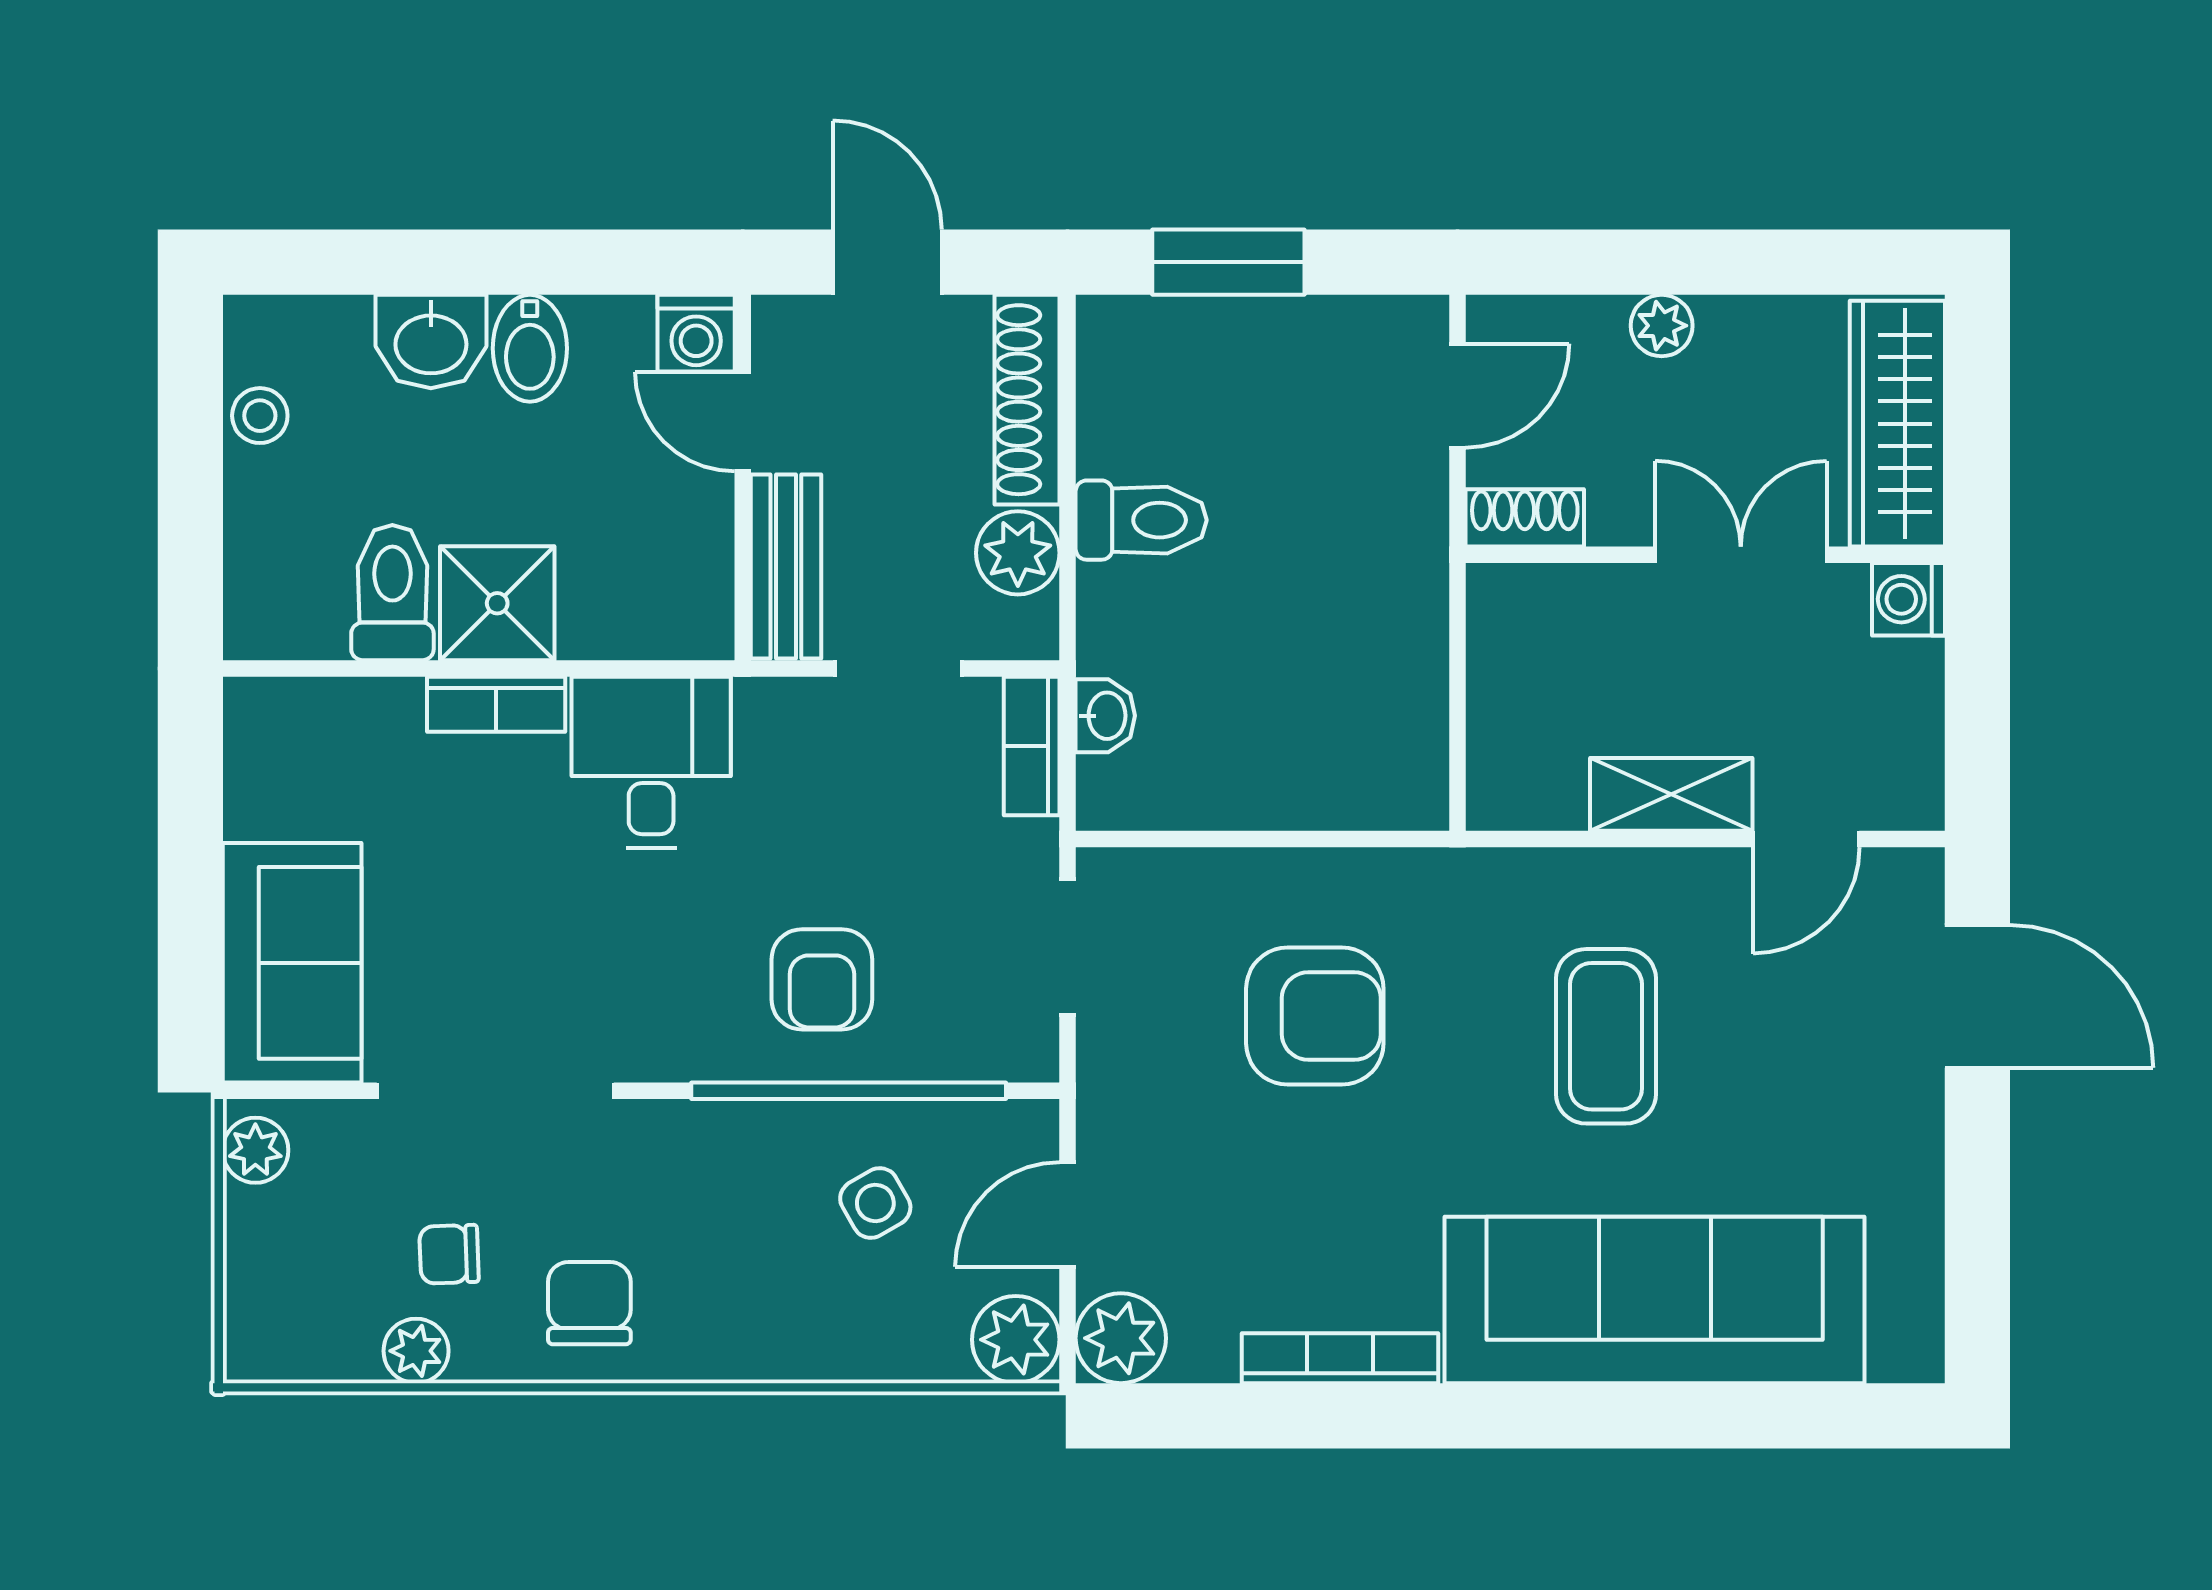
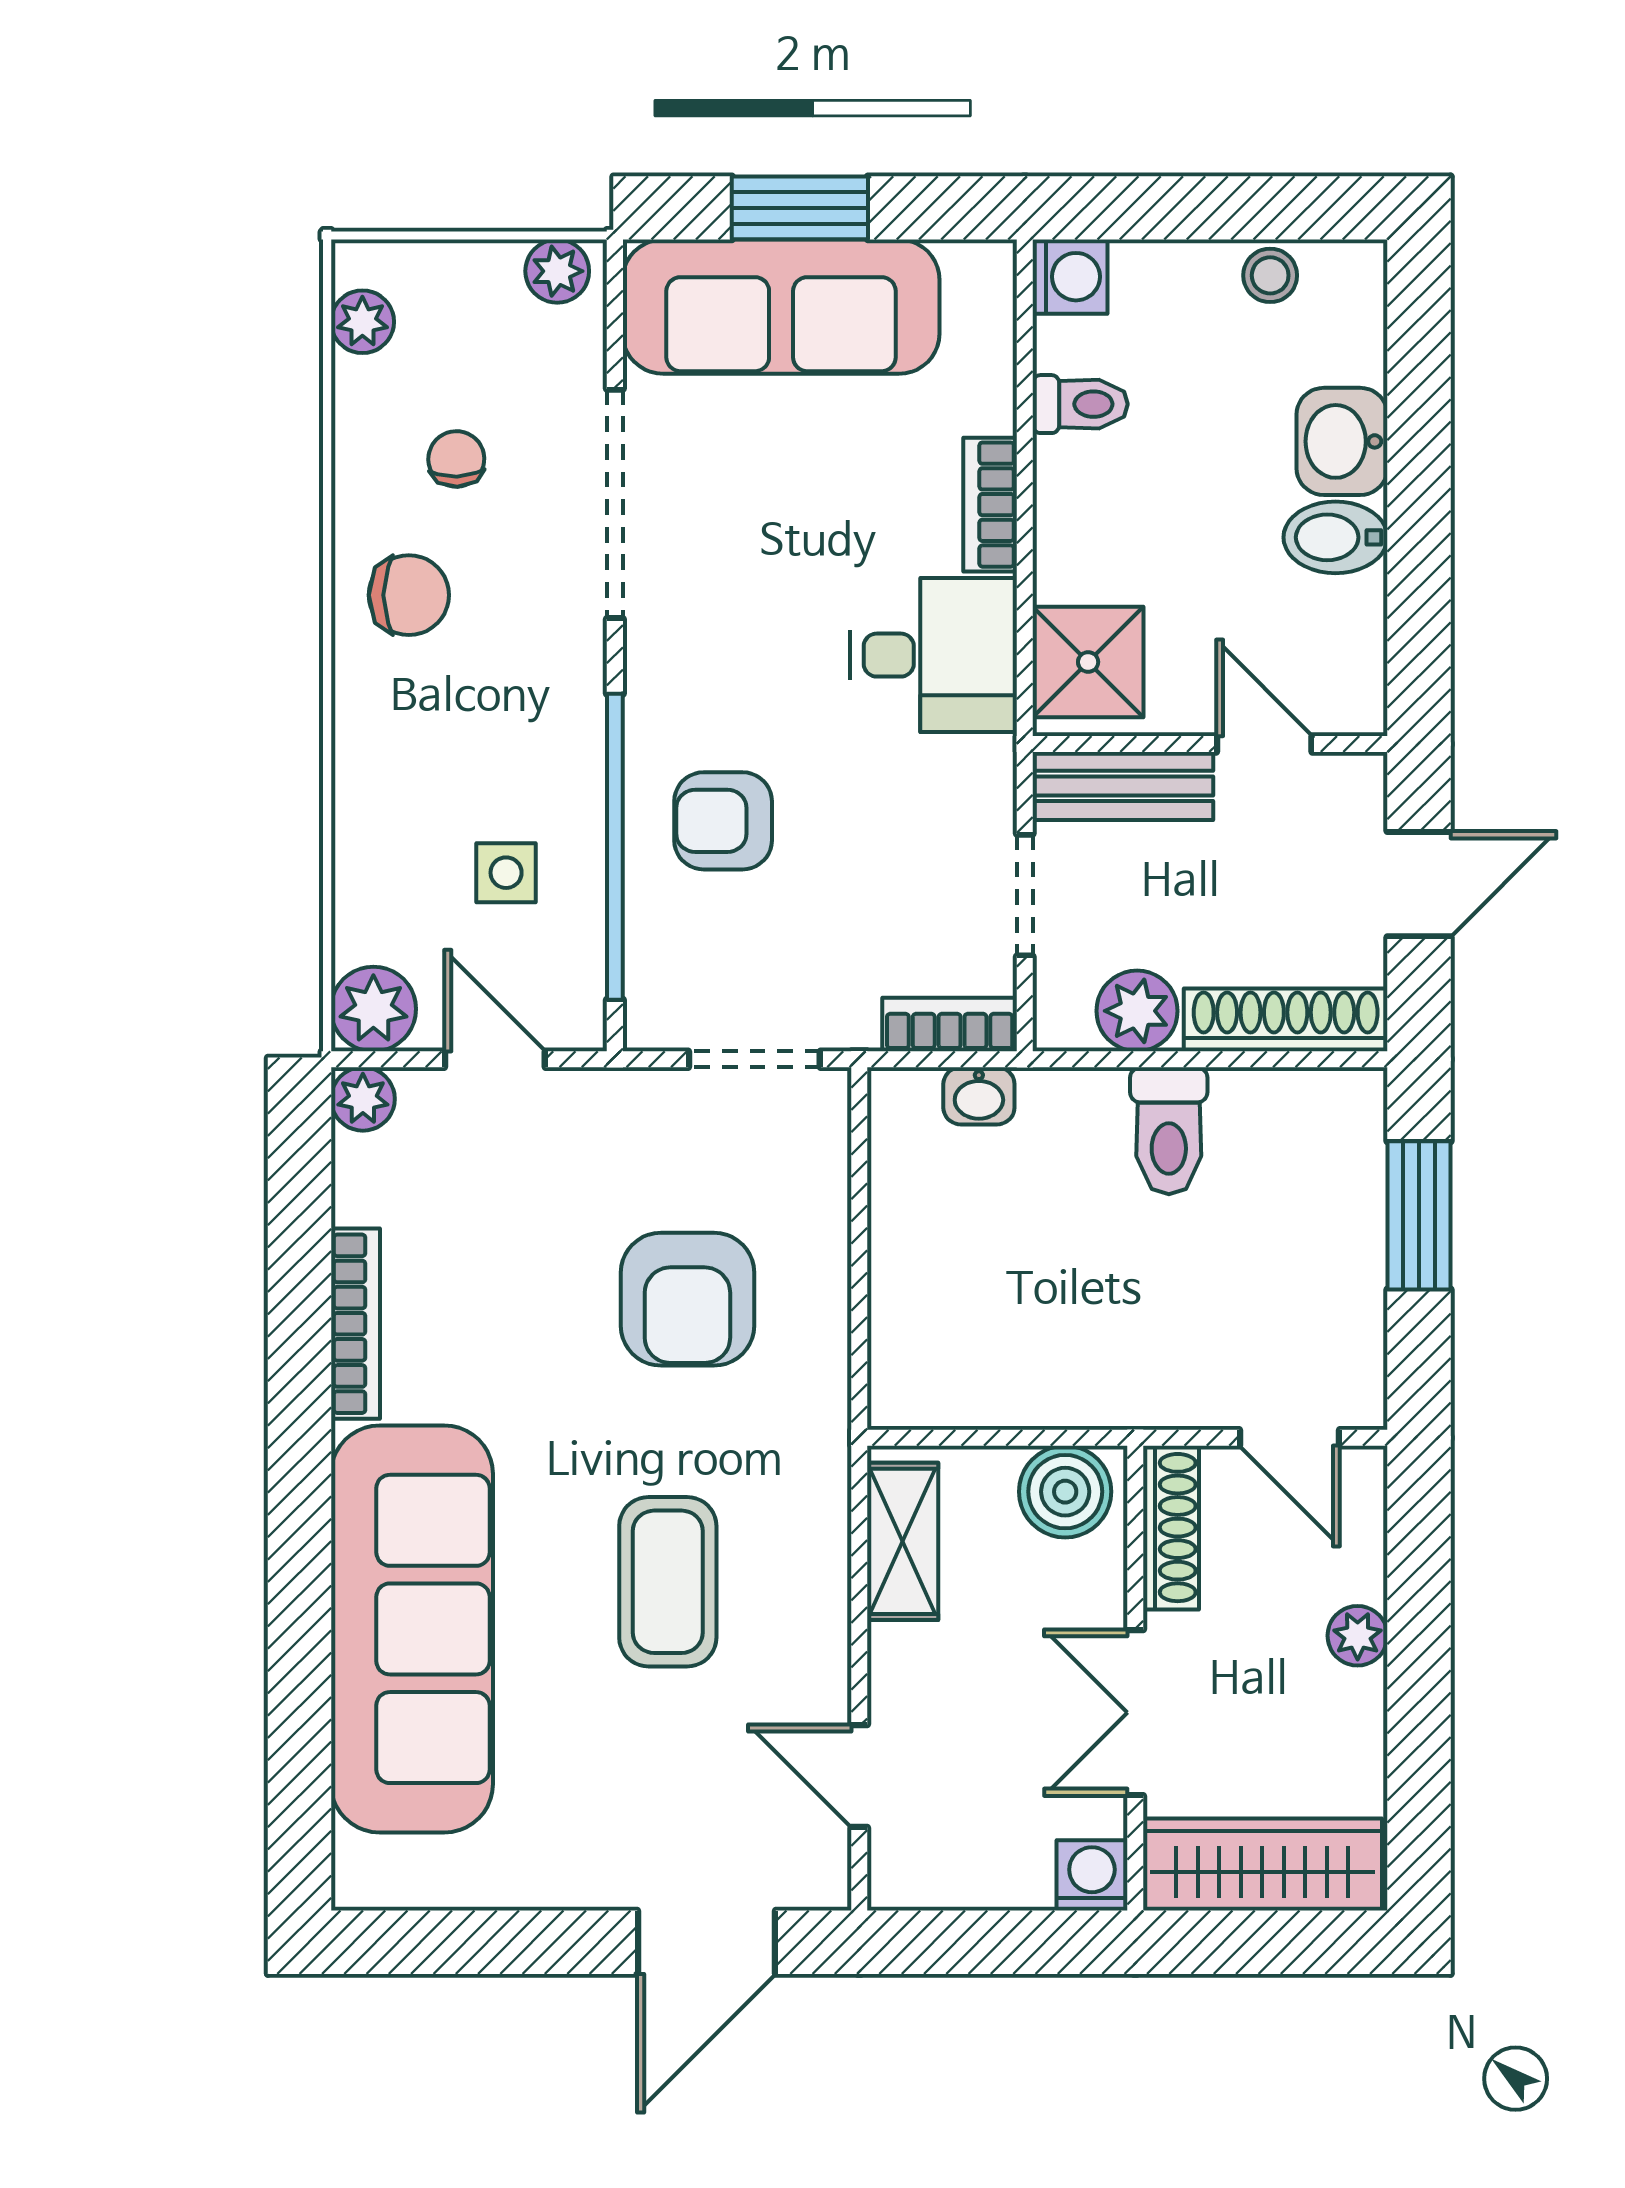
washing machine: (696, 333) -> (1070, 277), moved, turned 180
door: (743, 422) -> (1264, 744), hinge flipped
shoe rack: (1525, 518) -> (1171, 1528), width x1.43
double door: (1741, 555) -> (1135, 1713), swing flipped
toilet: (392, 593) -> (1080, 404), width x0.73, depth x0.72
shower: (497, 603) -> (1088, 662), moved
boiler: (1513, 627) -> (1065, 1492), added
shelving: (1671, 794) -> (903, 1541), moved
window: (190, 900) -> (800, 208), added
sofa: (292, 963) -> (781, 307), width x1.36
coffee table: (1606, 1036) -> (668, 1582), turned 90
side table: (875, 1203) -> (506, 873), turned 30
plant: (1121, 1338) -> (363, 1099), width x0.73, depth x0.73
plant: (416, 1351) -> (362, 322), moved

